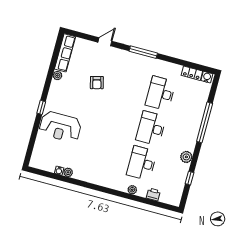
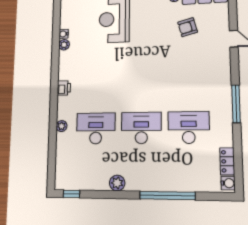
window: (143, 52) -> (236, 104), moved
armchair: (97, 83) -> (188, 27), moved
window: (190, 178) -> (71, 194), moved
printer: (153, 194) -> (64, 88), moved

